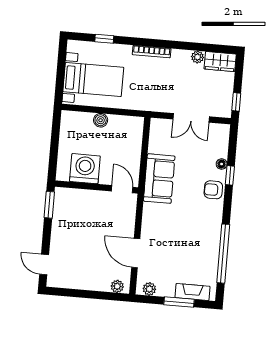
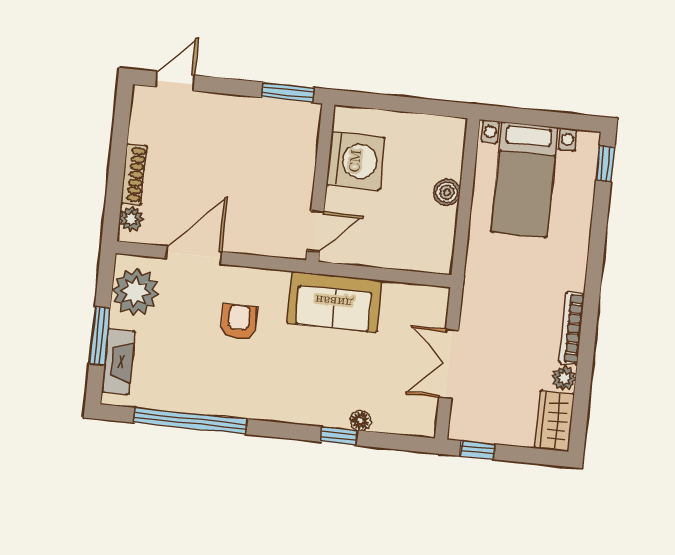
window: (104, 39) -> (605, 164), moved
bookcase: (152, 52) -> (572, 328), moved
armchair: (213, 190) -> (239, 322), moved
shoe rack: (94, 285) -> (134, 174), added
plant: (149, 289) -> (135, 292), width x1.88, depth x1.88

